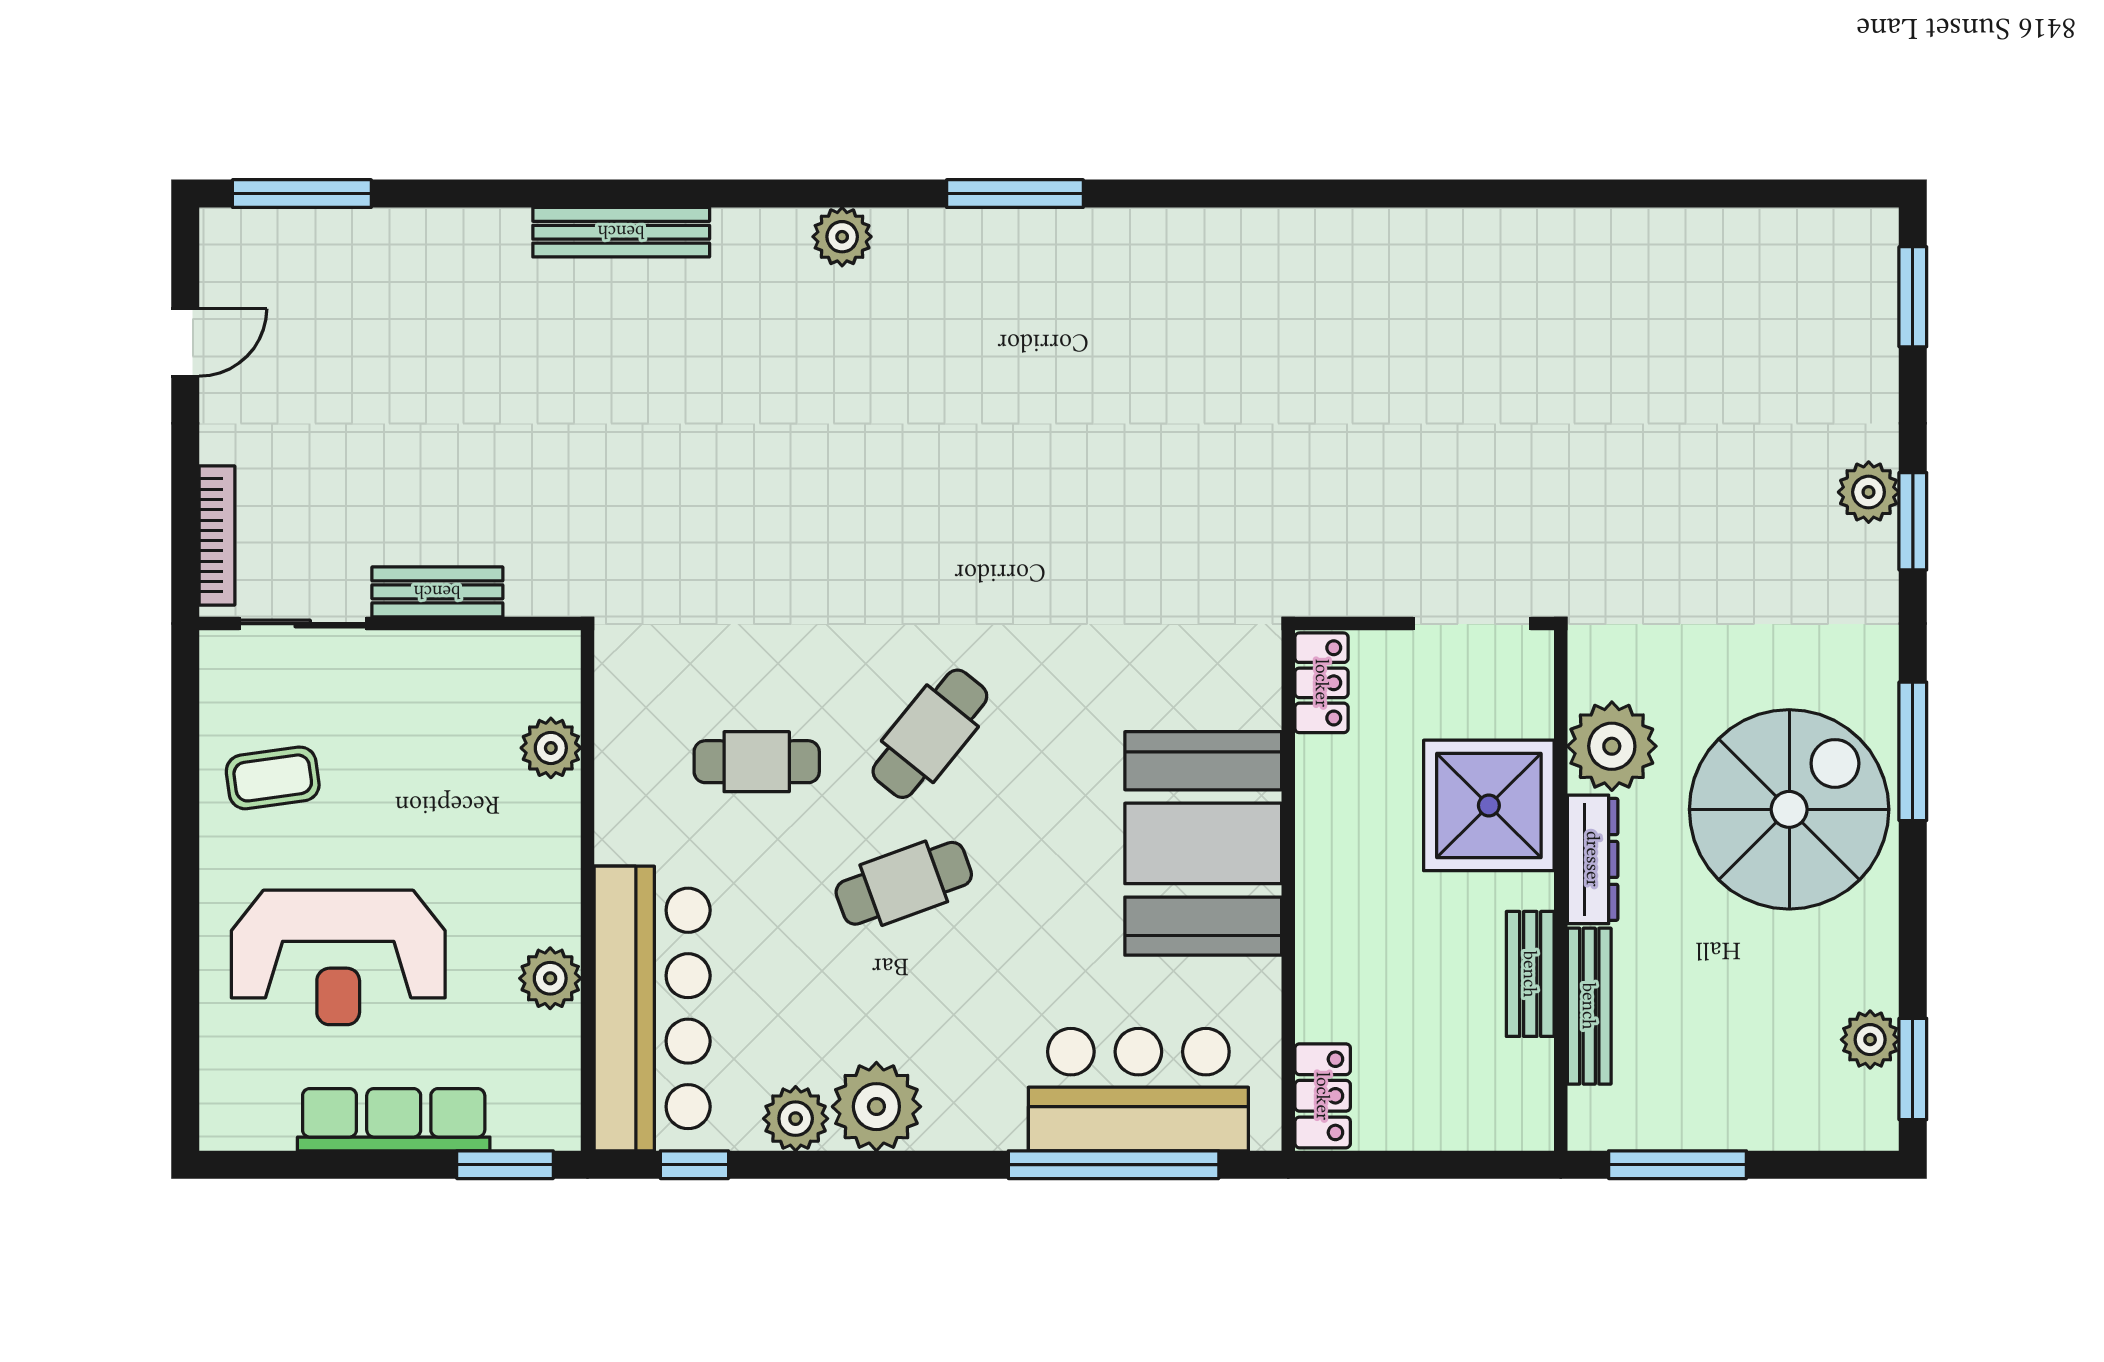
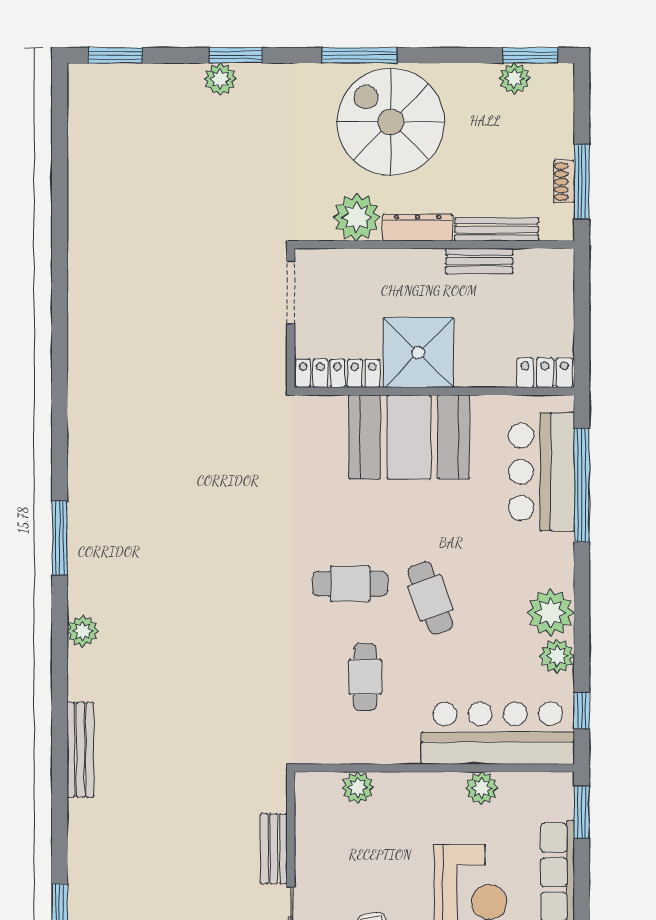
locker: (1322, 683) -> (338, 373), width x1.53
cafe table: (930, 734) -> (350, 584), turned -39
shower: (1489, 805) -> (418, 353), moved
shoe rack: (1678, 1132) -> (564, 182), added

